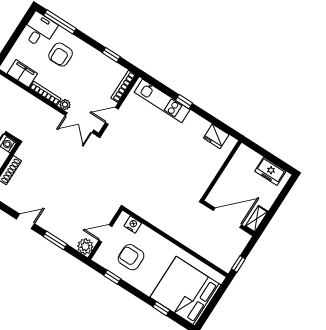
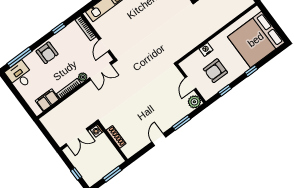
armchair: (61, 55) -> (47, 53), moved
nightstand: (133, 224) -> (206, 49), moved
window: (161, 309) -> (251, 71), moved

